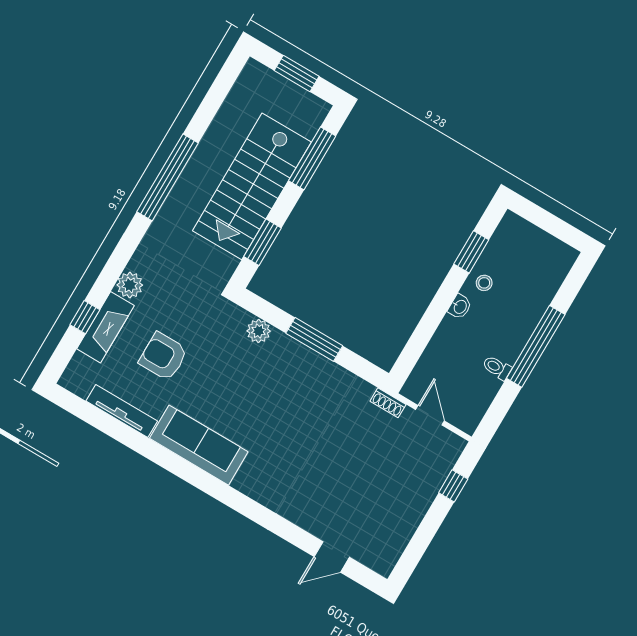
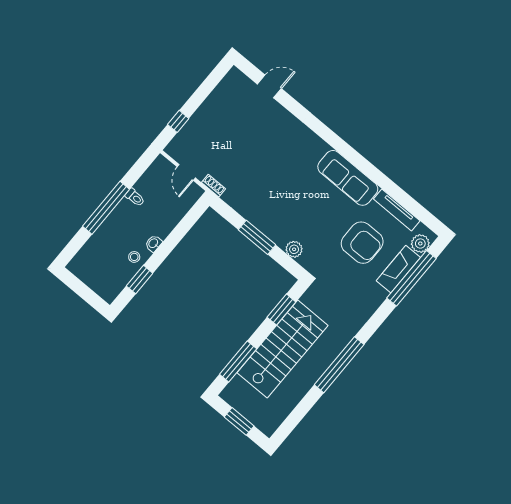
plant: (130, 285) -> (420, 244), moved
window: (85, 317) -> (411, 278), width x3.17
armchair: (163, 356) -> (362, 243), width x1.36, depth x1.36

